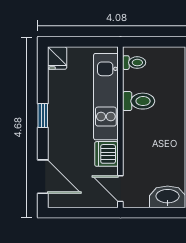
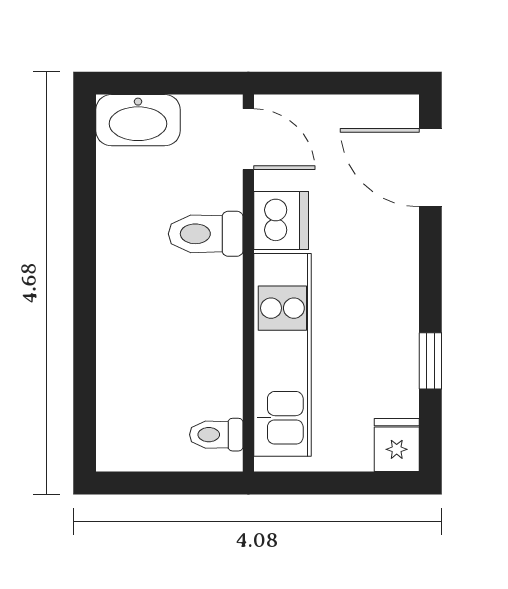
toilet: (139, 101) -> (206, 234), moved
window: (43, 115) -> (430, 361), moved

